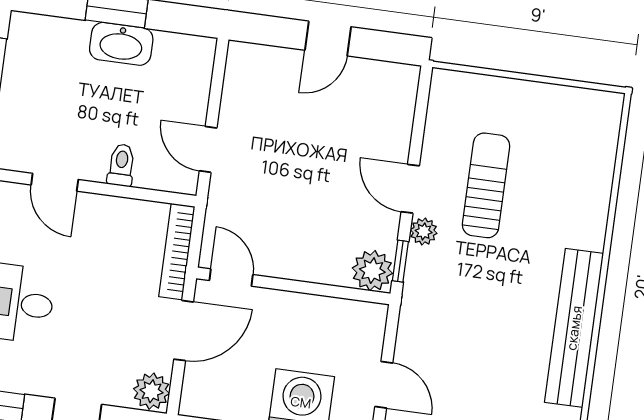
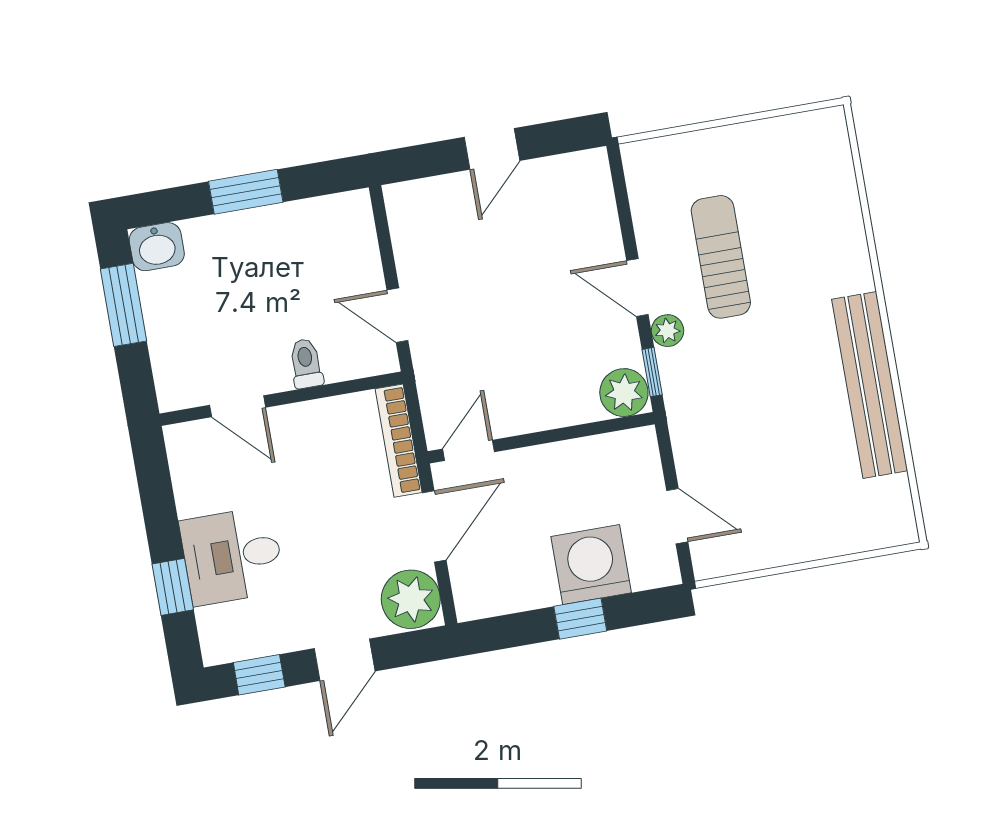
washbasin: (121, 44) -> (157, 247), moved, width x0.72
door: (231, 278) -> (469, 450), hinge flipped
plant: (151, 391) -> (411, 599), width x1.36, depth x1.36

